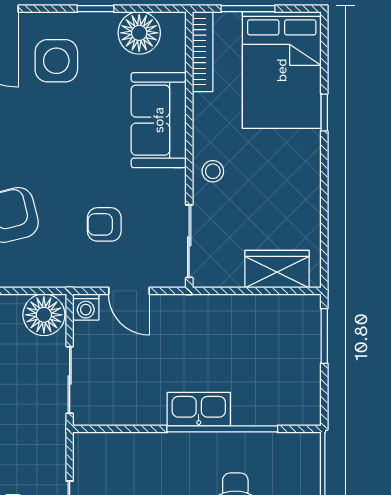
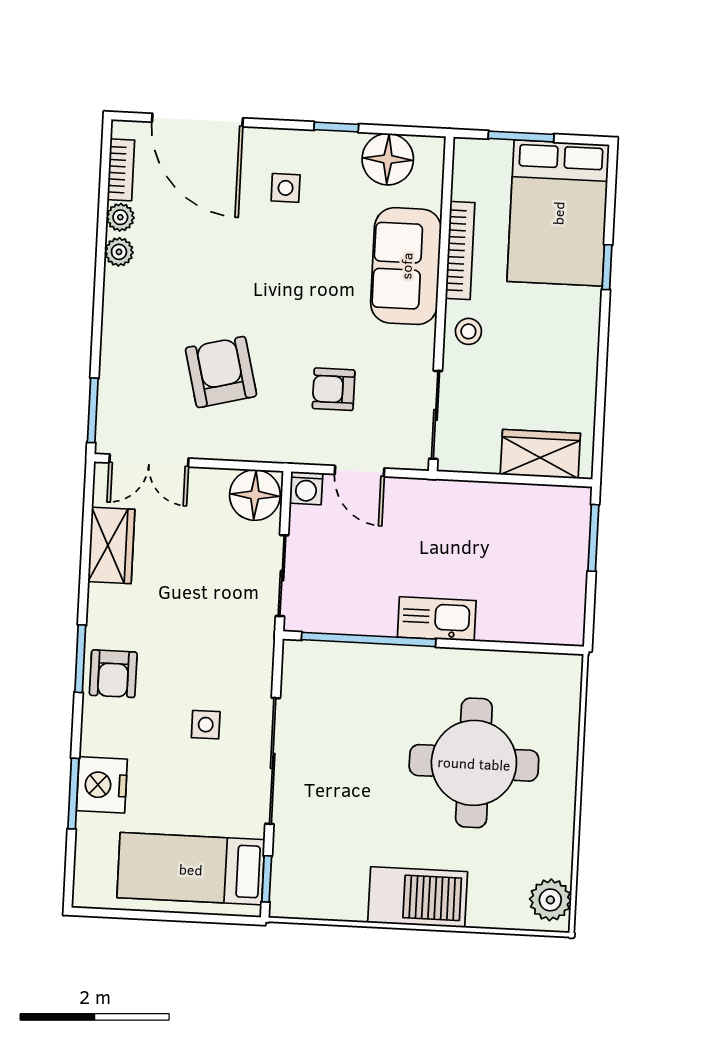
bookcase: (203, 52) -> (460, 250), moved
side table: (56, 61) -> (286, 188), width x0.54, depth x0.54
window: (222, 429) -> (369, 639), moved

